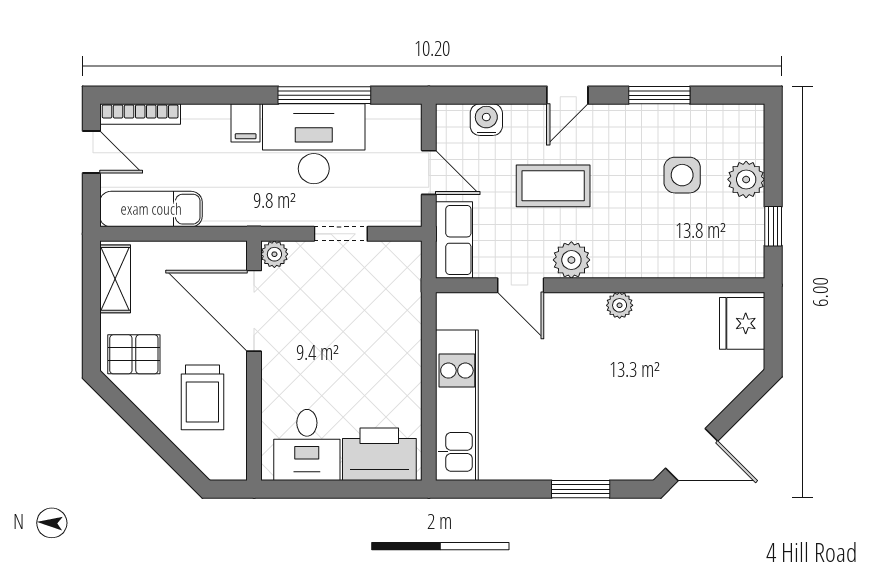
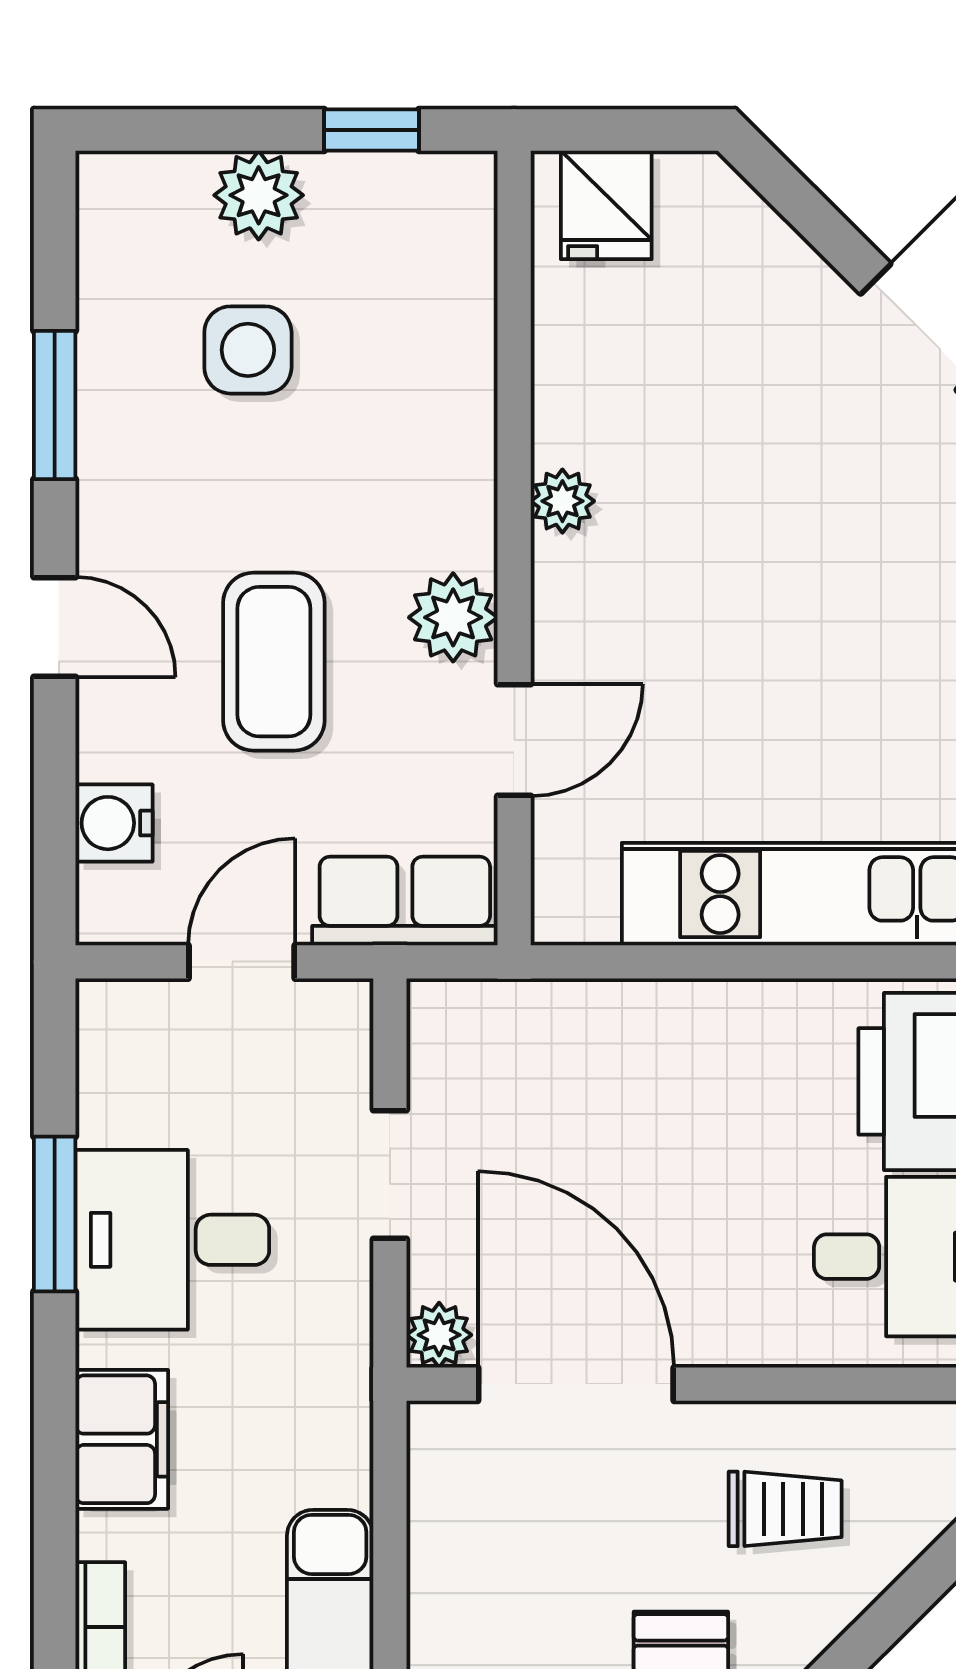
window: (324, 95) -> (55, 1214), width x0.69
filing cabinet: (246, 123) -> (122, 1439), width x2.00
desk: (314, 144) -> (172, 1240), width x0.73
door: (254, 311) -> (576, 1384), swing flipped
fridge: (742, 323) -> (606, 205), width x0.72
trolley: (202, 397) -> (785, 1509), width x0.73, depth x0.72

